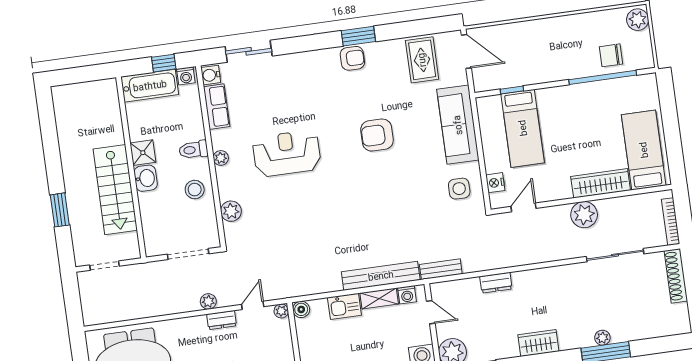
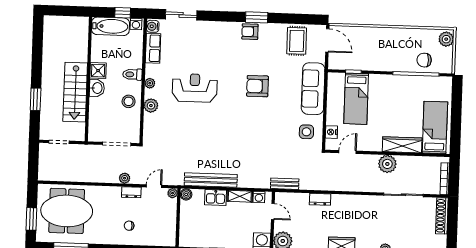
armchair: (352, 58) -> (250, 32), turned 180
plant: (231, 211) -> (151, 106), moved
bench: (381, 276) -> (211, 180), moved

